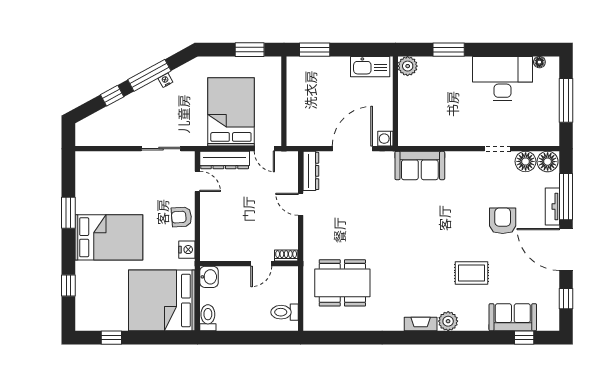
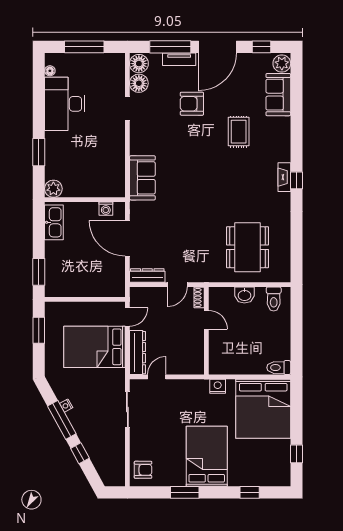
washing machine: (385, 139) -> (106, 209), moved
armchair: (181, 217) -> (143, 470), moved, turned -86
shoe rack: (286, 255) -> (199, 298), moved
wall: (249, 264) -> (206, 331), moved
door: (261, 264) -> (206, 320), moved
washbasin: (209, 277) -> (244, 295), moved, turned 180
plant: (448, 321) -> (282, 64), moved
window: (524, 338) -> (296, 180), moved

